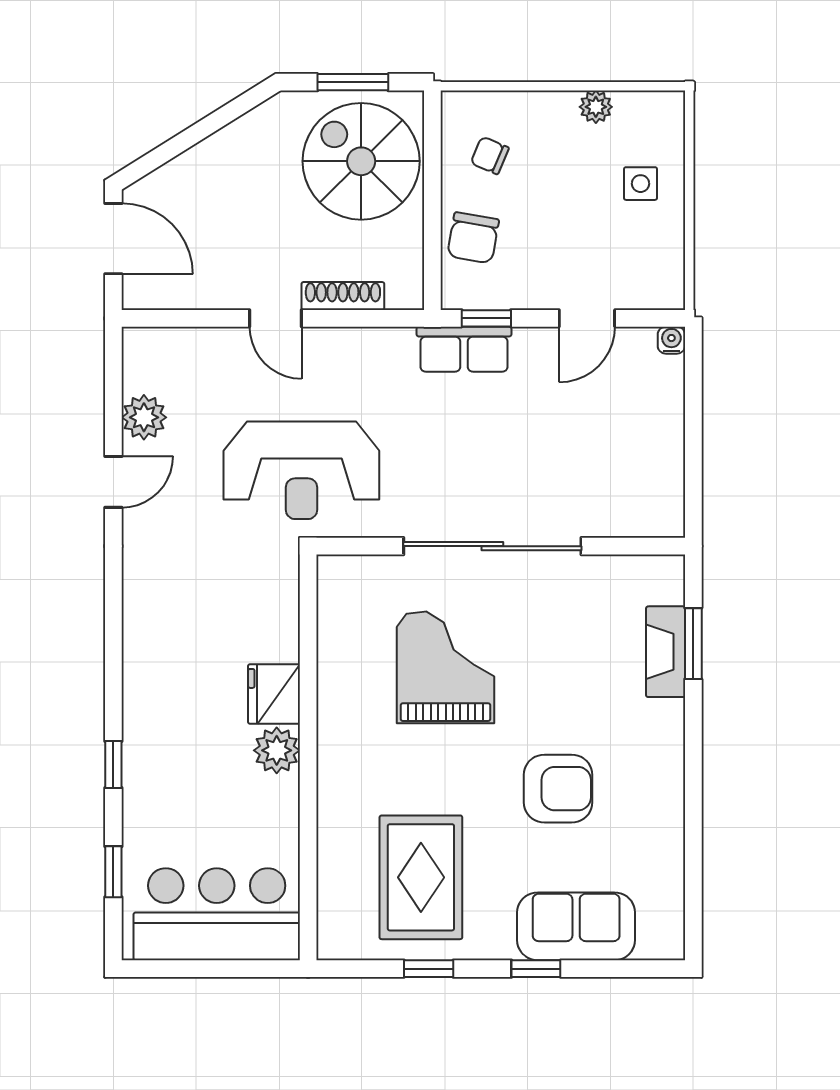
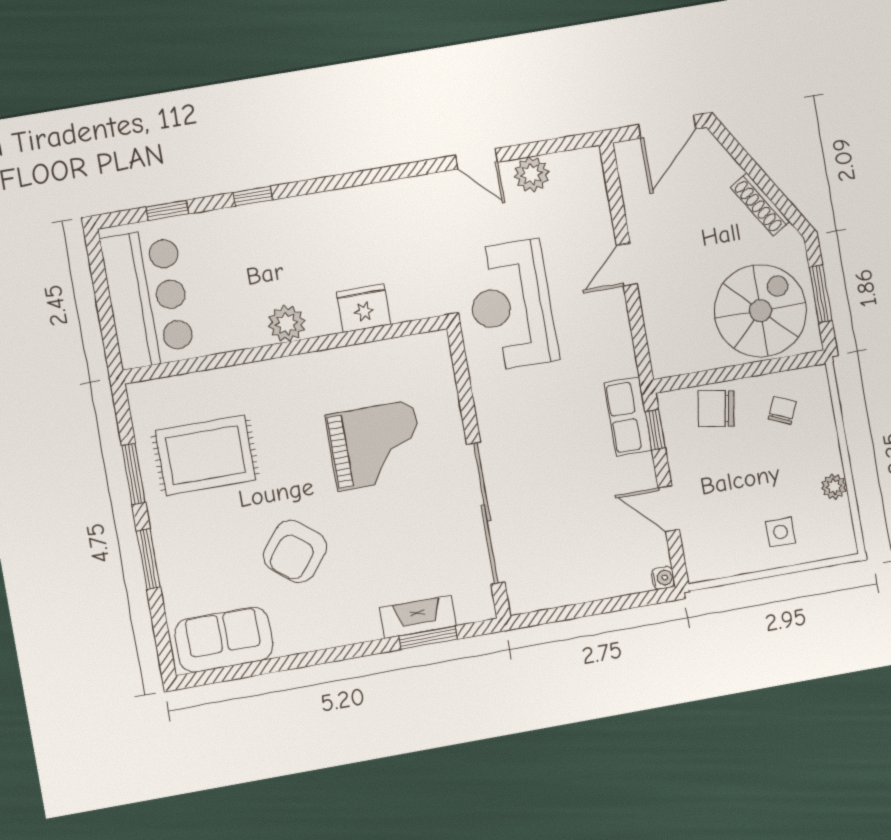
shoe rack: (343, 296) -> (760, 205), moved, turned 148
sliding door: (492, 546) -> (486, 513), moved
fridge: (274, 694) -> (363, 308), moved
armchair: (558, 789) -> (295, 551), turned 39
sofa: (576, 926) -> (224, 640), moved, turned -90
window: (429, 969) -> (134, 474), width x1.50
window: (536, 969) -> (148, 559), width x1.50

